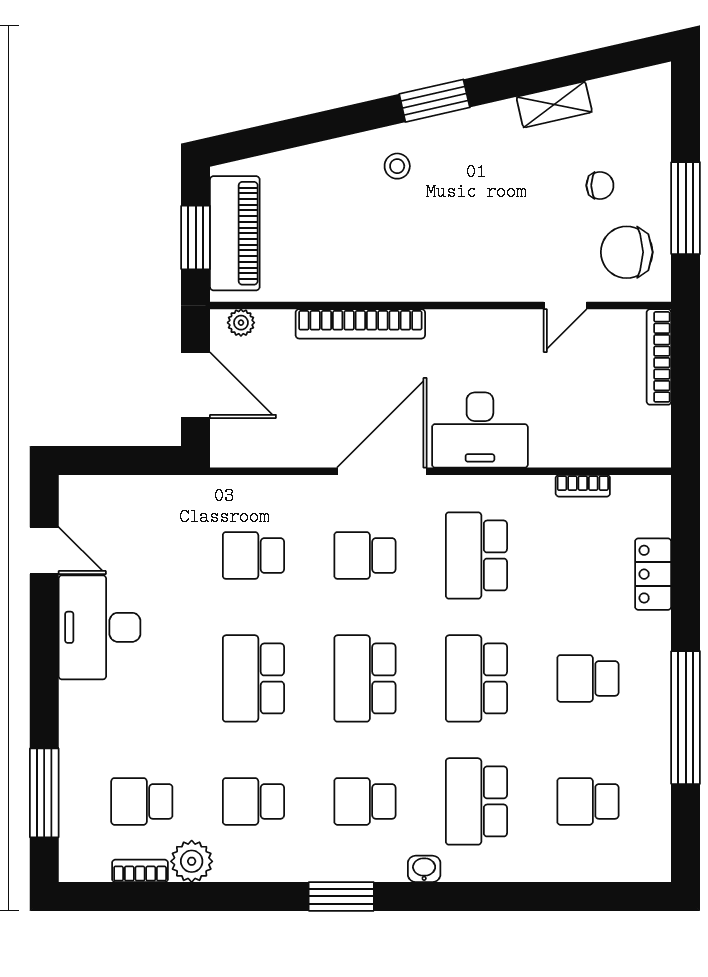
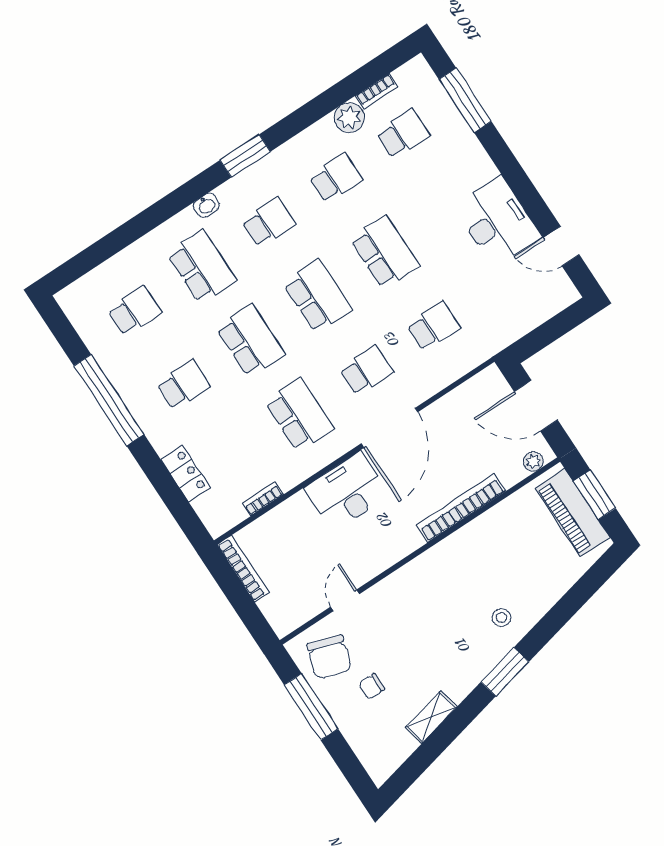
chair: (627, 252) -> (329, 657), turned 108
bookcase: (659, 357) -> (243, 569), moved

